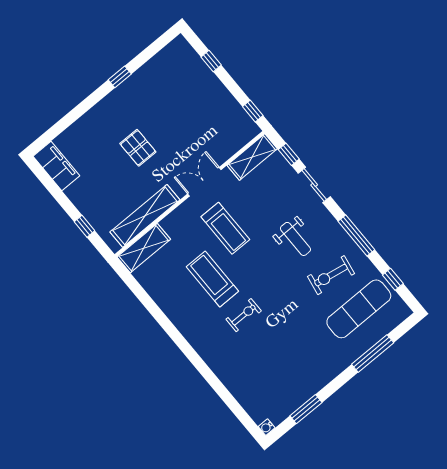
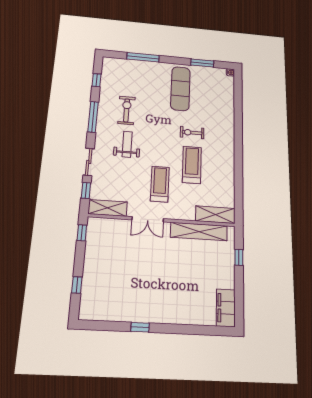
pallet: (138, 148) -> (168, 274), removed
exercise bike: (331, 275) -> (126, 110), turned -100
treadmill: (212, 279) -> (192, 165), turned 180
exercise mat: (359, 309) -> (180, 89), moved, turned 90

